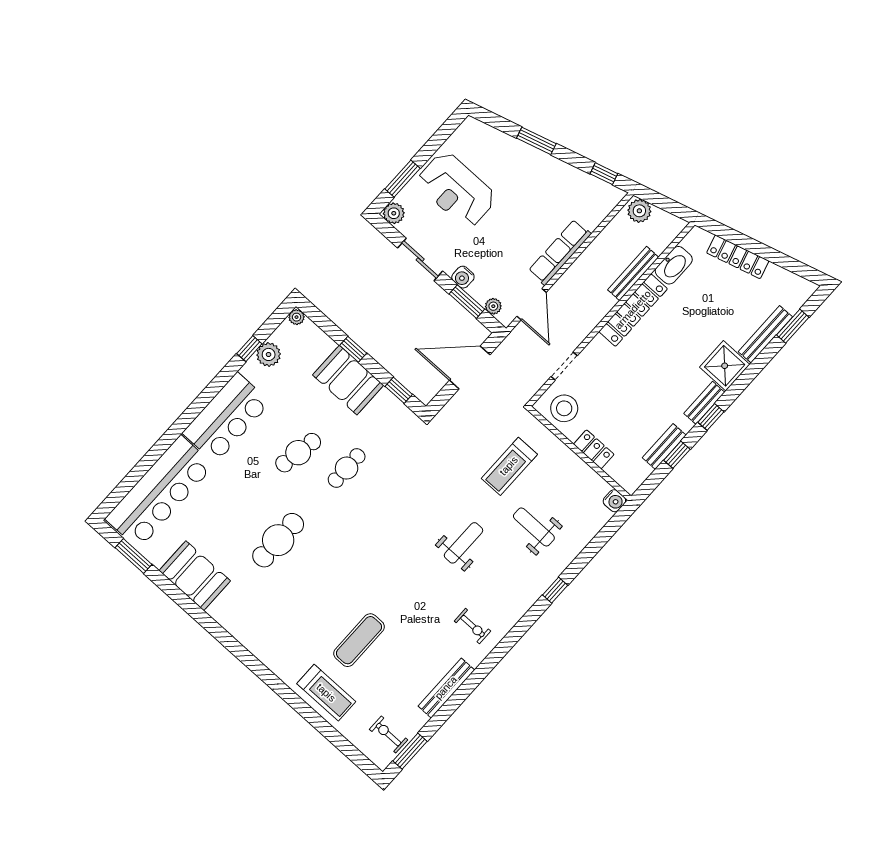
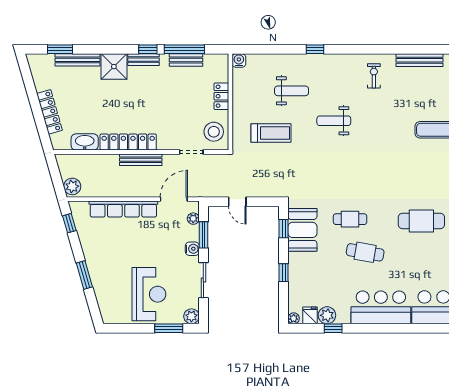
row of seats: (560, 252) -> (123, 209), width x1.36
bench: (633, 273) -> (141, 160), moved
fridge: (284, 337) -> (310, 315), added
door: (470, 367) -> (237, 202), width x0.53
booth: (348, 380) -> (302, 230), moved
window: (677, 455) -> (184, 49), width x2.17
weight bench: (534, 527) -> (292, 91), turned -90

